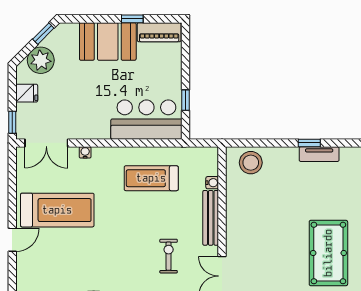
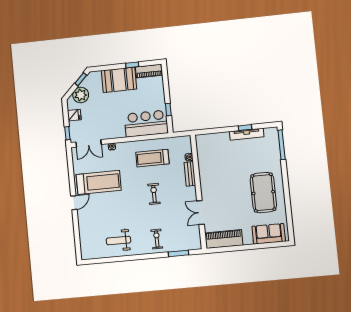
tv unit: (319, 154) -> (247, 134), width x1.41
stool: (251, 163) -> (211, 143), removed
bench: (211, 218) -> (190, 174), width x0.73
exercise bike: (169, 256) -> (154, 194), moved

